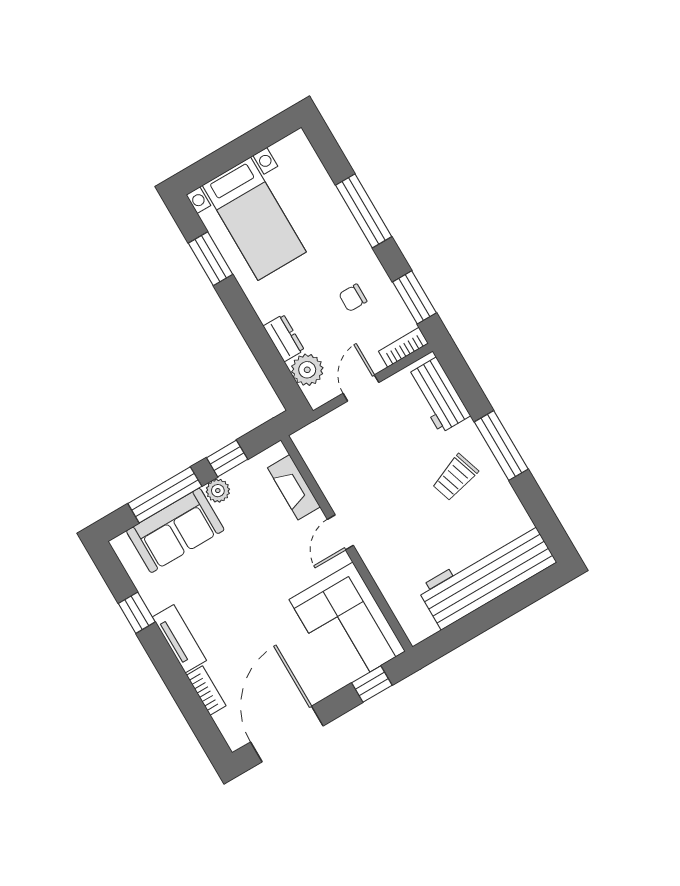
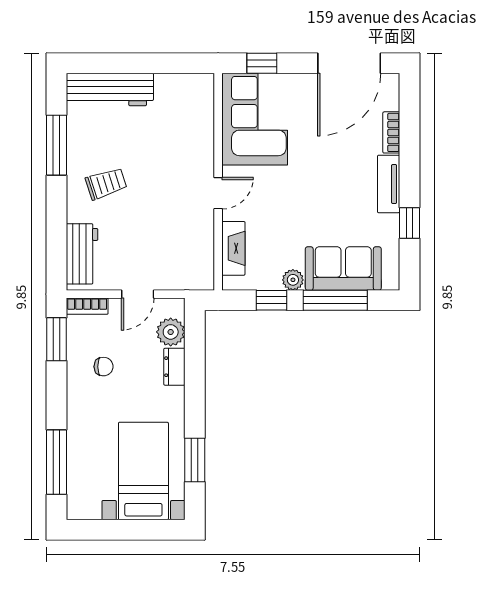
window: (364, 211) -> (56, 462), moved
window: (501, 445) -> (56, 145), moved
workbench: (487, 575) -> (110, 89), width x0.73, depth x0.76

